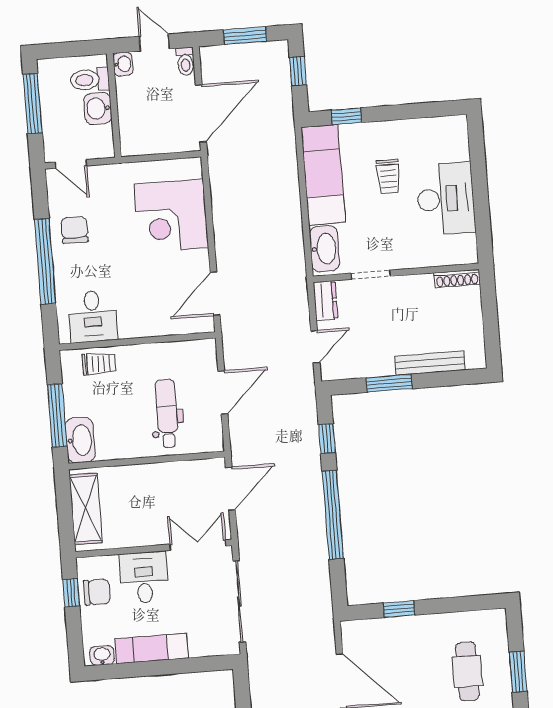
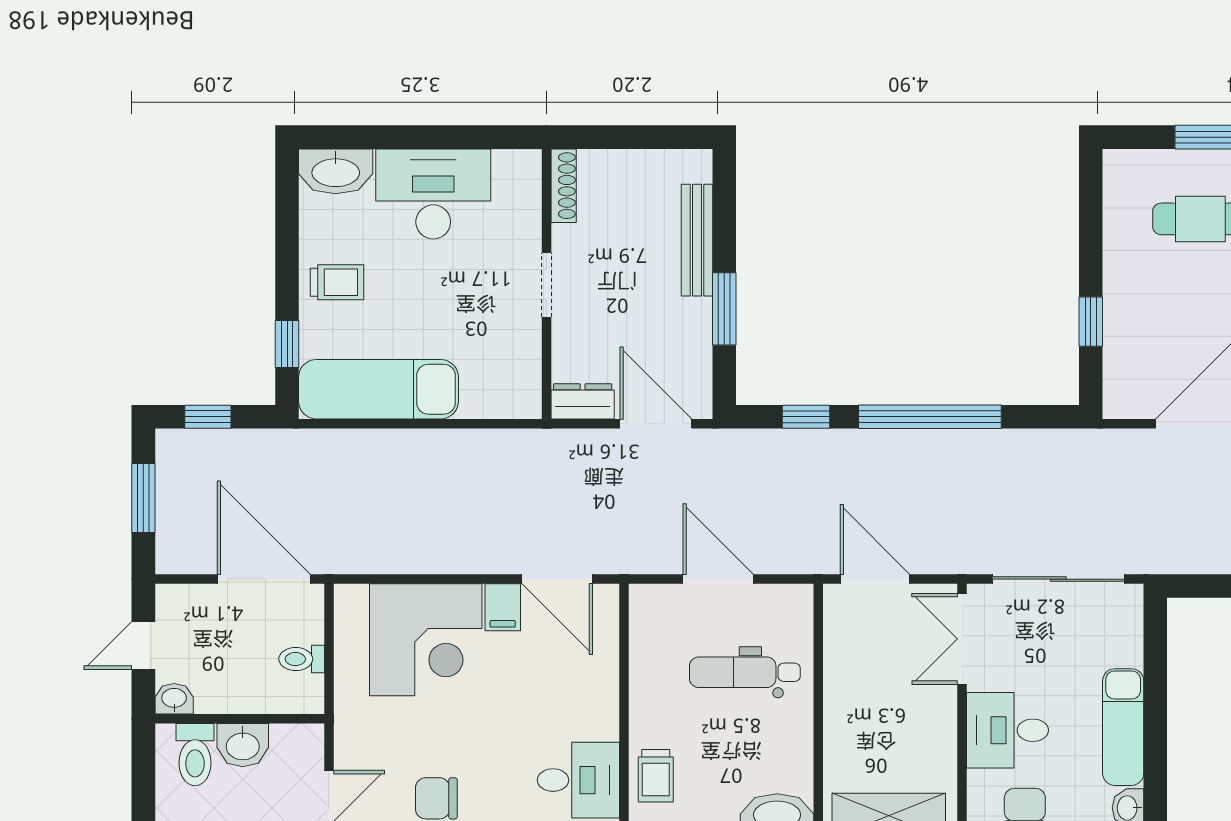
toilet: (185, 61) -> (302, 659), moved, turned 180
trolley: (388, 176) -> (337, 282), moved
washbasin: (324, 249) -> (336, 171), moved, turned 180
filing cabinet: (195, 262) -> (503, 607), added
doorway: (371, 275) -> (546, 285), moved
door: (315, 347) -> (656, 424), width x1.38
trolley: (99, 364) -> (656, 776), turned 180

